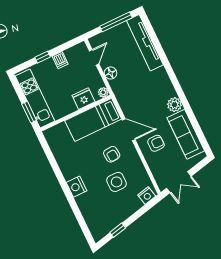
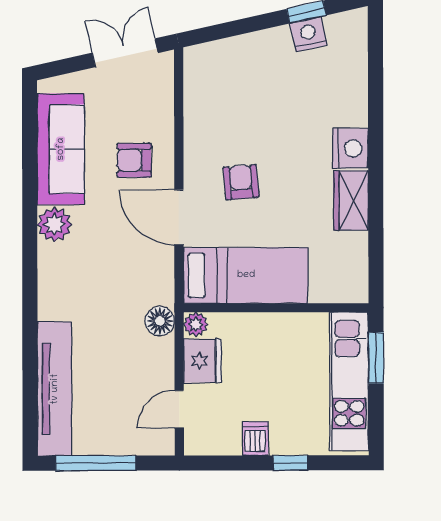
floor lamp: (111, 73) -> (160, 321), moved
fridge: (84, 99) -> (202, 361), moved, turned -90
wardrobe: (67, 167) -> (351, 200), added
side table: (117, 182) -> (259, 117), removed
nightstand: (147, 196) -> (309, 34), moved

